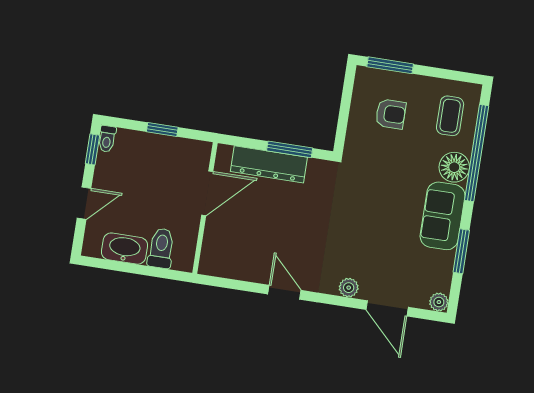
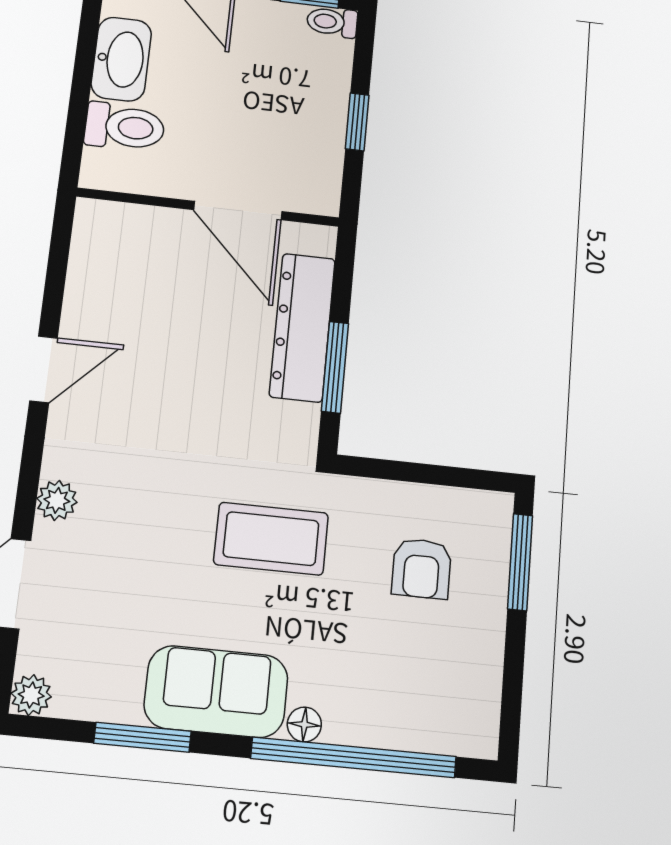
coffee table: (450, 116) -> (271, 539), moved, width x1.36, depth x1.30
floor lamp: (454, 167) -> (304, 724), width x0.53, depth x0.53

